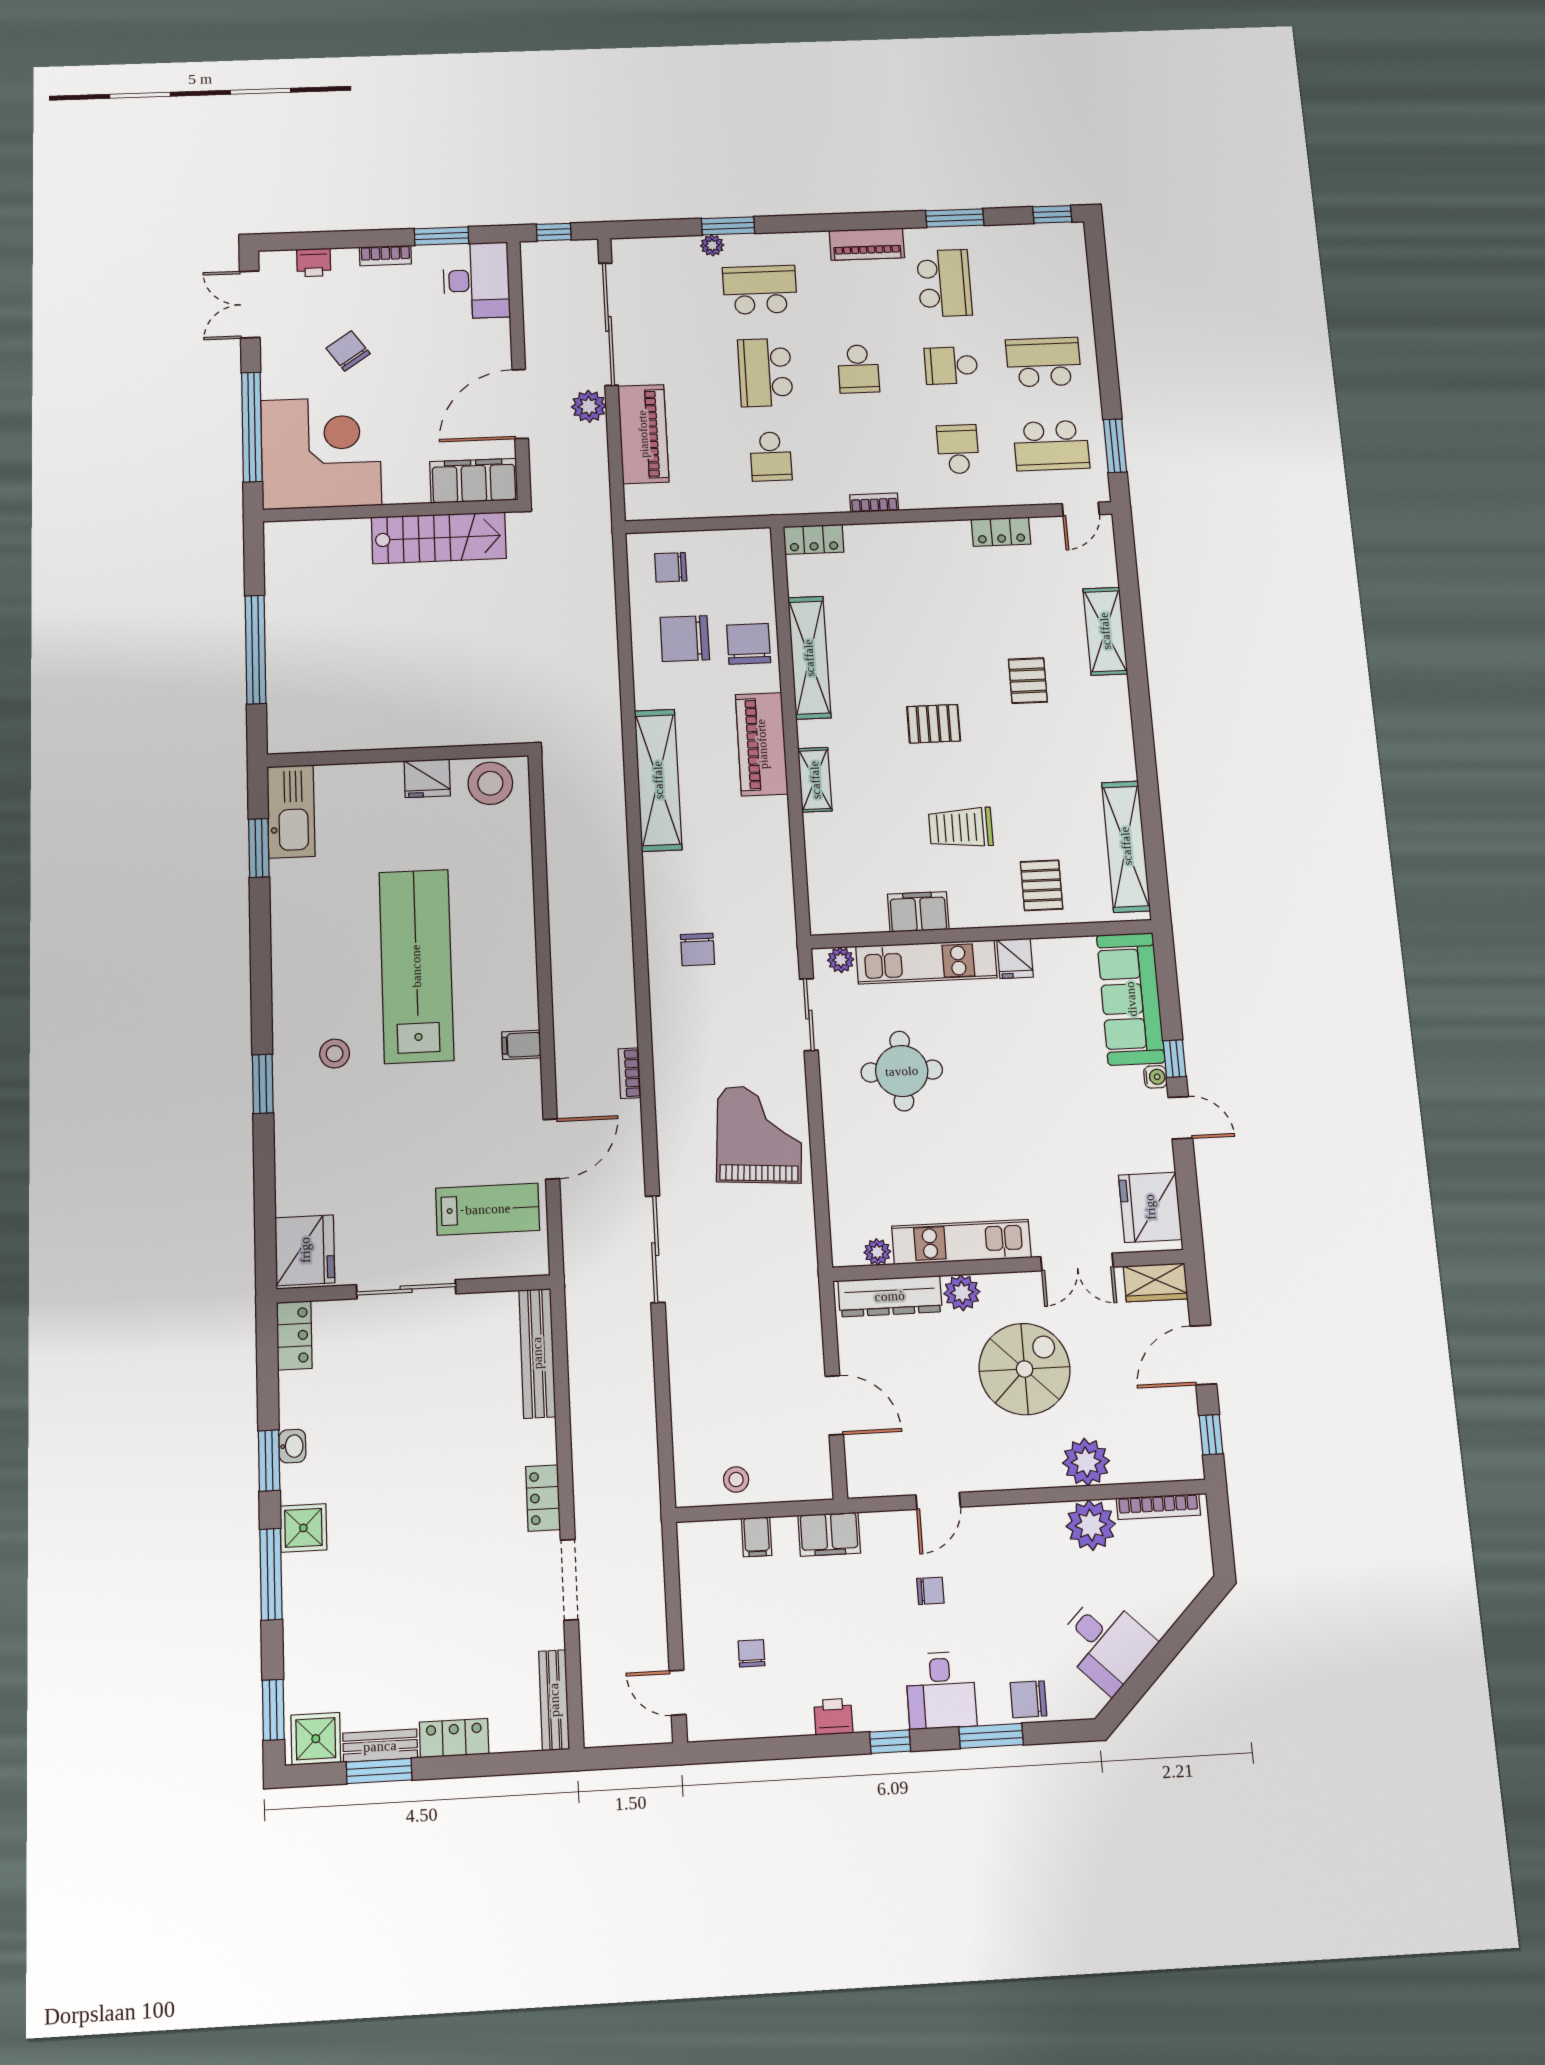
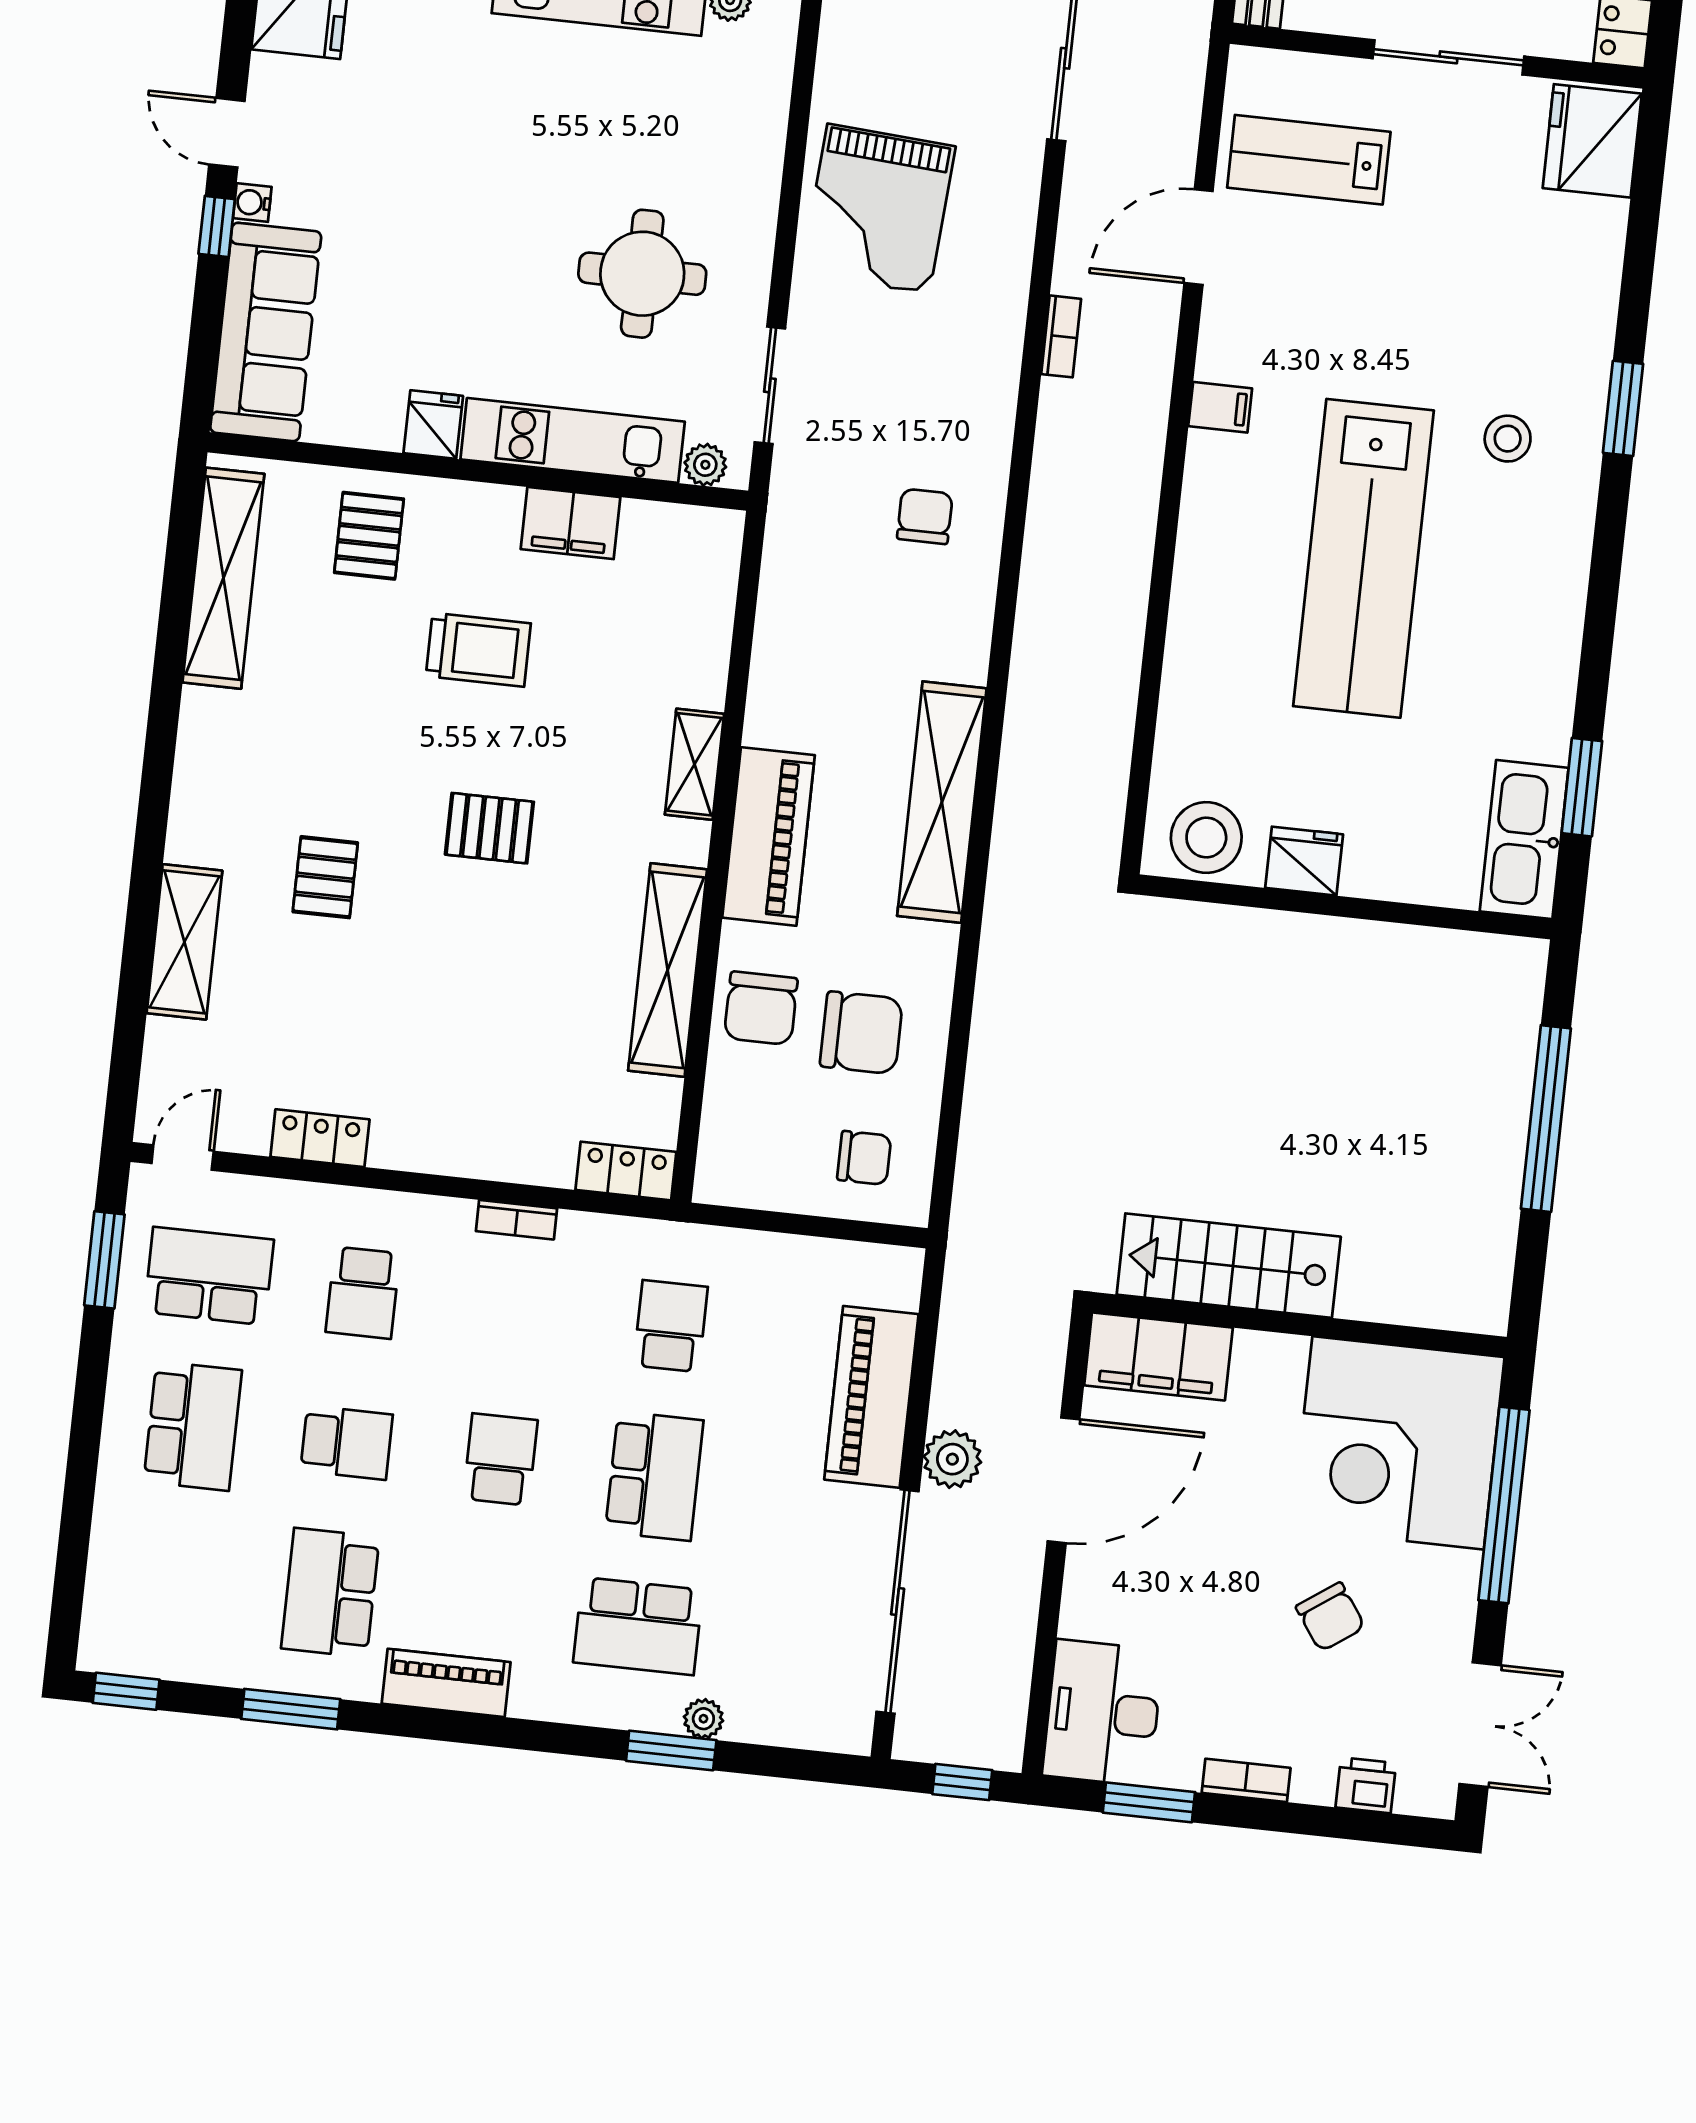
school desk: (1044, 362) -> (193, 1426), turned -90

